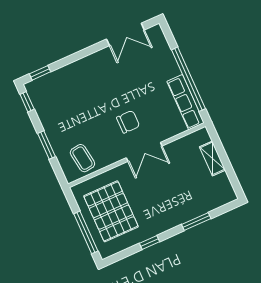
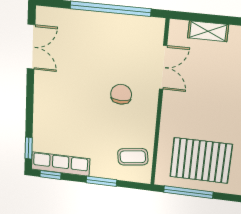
row of seats: (186, 102) -> (61, 164), moved, turned 180
double door: (144, 152) -> (163, 67), moved
window: (86, 232) -> (188, 192), moved

